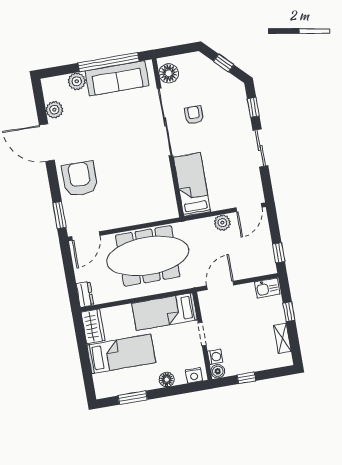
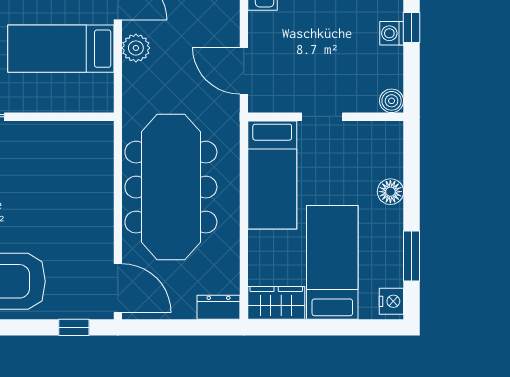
bed: (192, 184) -> (61, 49), moved
window: (59, 215) -> (74, 327), width x0.67
washing machine: (215, 357) -> (392, 33), moved, turned -90
nightstand: (194, 375) -> (391, 301), moved
window: (246, 378) -> (411, 27), moved

